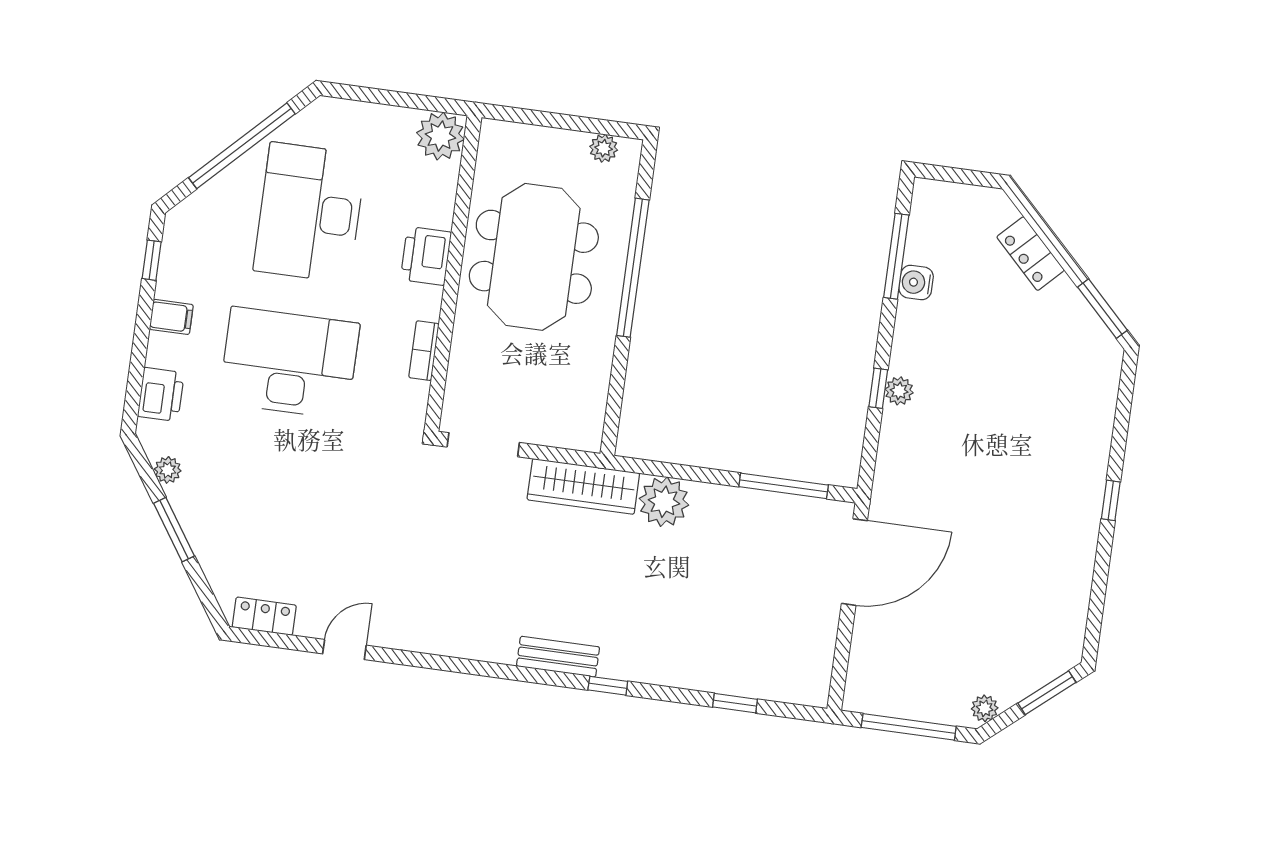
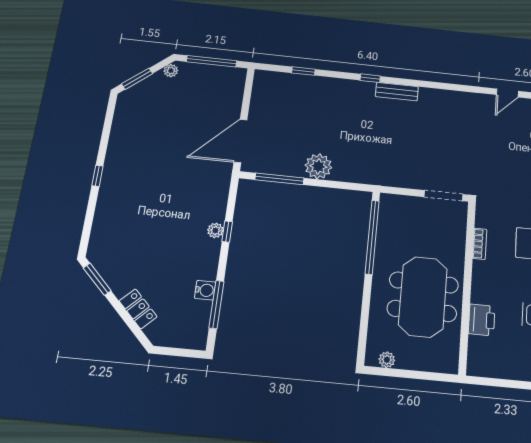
plant: (440, 136) -> (481, 363), removed
printer: (426, 256) -> (482, 320), moved
window: (633, 268) -> (372, 237), moved
wardrobe: (583, 486) -> (388, 176), removed
plant: (664, 502) -> (318, 166), moved

